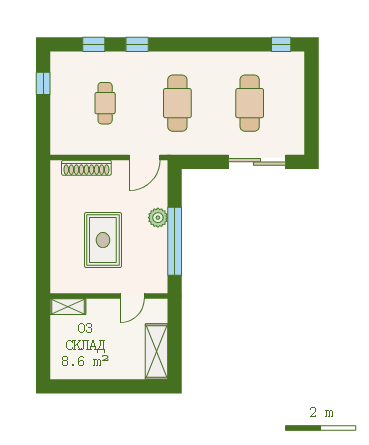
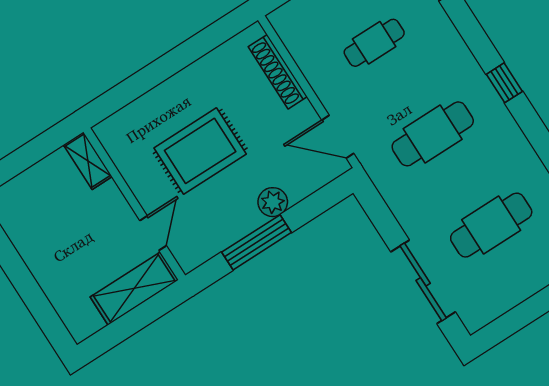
window: (137, 44) -> (504, 83), moved
window: (175, 241) -> (257, 242), width x0.68
door: (132, 296) -> (153, 233), swing flipped
shelving: (157, 351) -> (134, 288), moved

